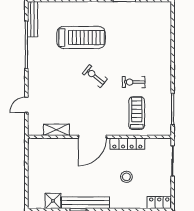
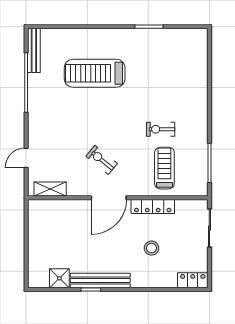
treadmill: (81, 37) -> (95, 73), turned 180
exercise bike: (95, 76) -> (102, 160), moved
shelving: (56, 130) -> (50, 189), moved

